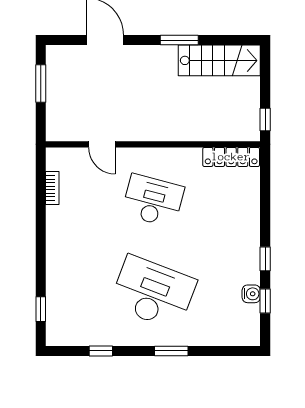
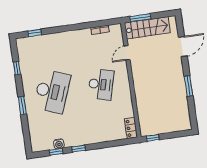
stairs: (219, 60) -> (147, 28), moved, turned -90
window: (41, 84) -> (140, 18), moved
locker: (231, 157) -> (131, 128), width x0.66

